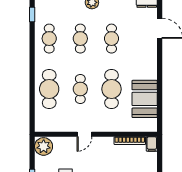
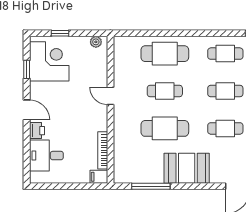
booth: (145, 99) -> (187, 168), moved
window: (160, 101) -> (151, 186), added
plant: (44, 146) -> (96, 42), width x0.53, depth x0.53

